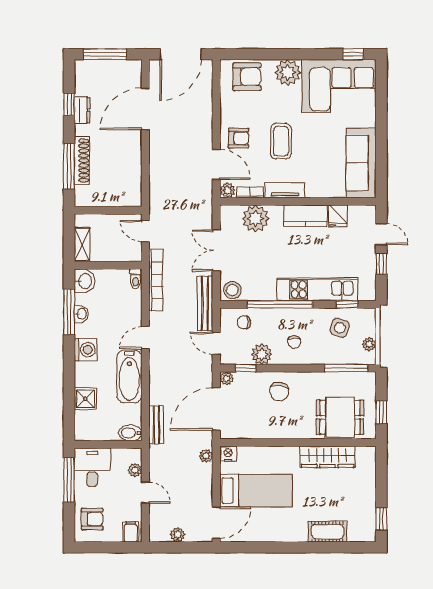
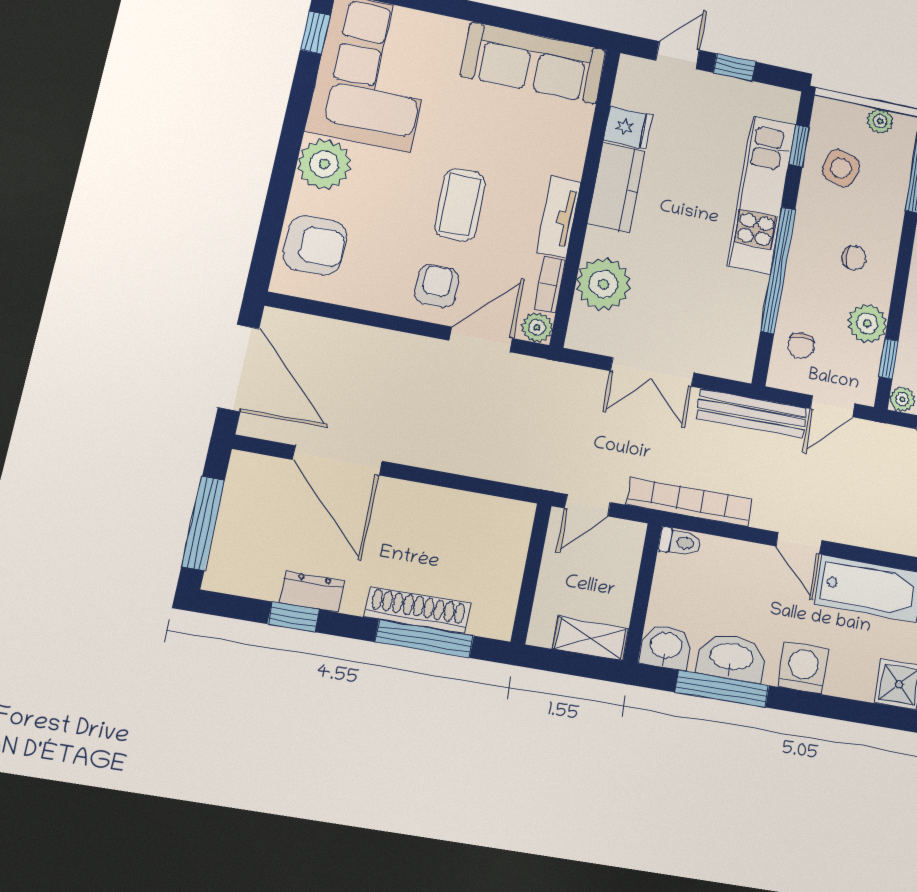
armchair: (247, 77) -> (315, 245), turned 90
coffee table: (281, 141) -> (460, 205), turned 90
stool: (232, 290) -> (735, 356), removed
washbasin: (81, 314) -> (732, 658), width x1.91, depth x1.45

